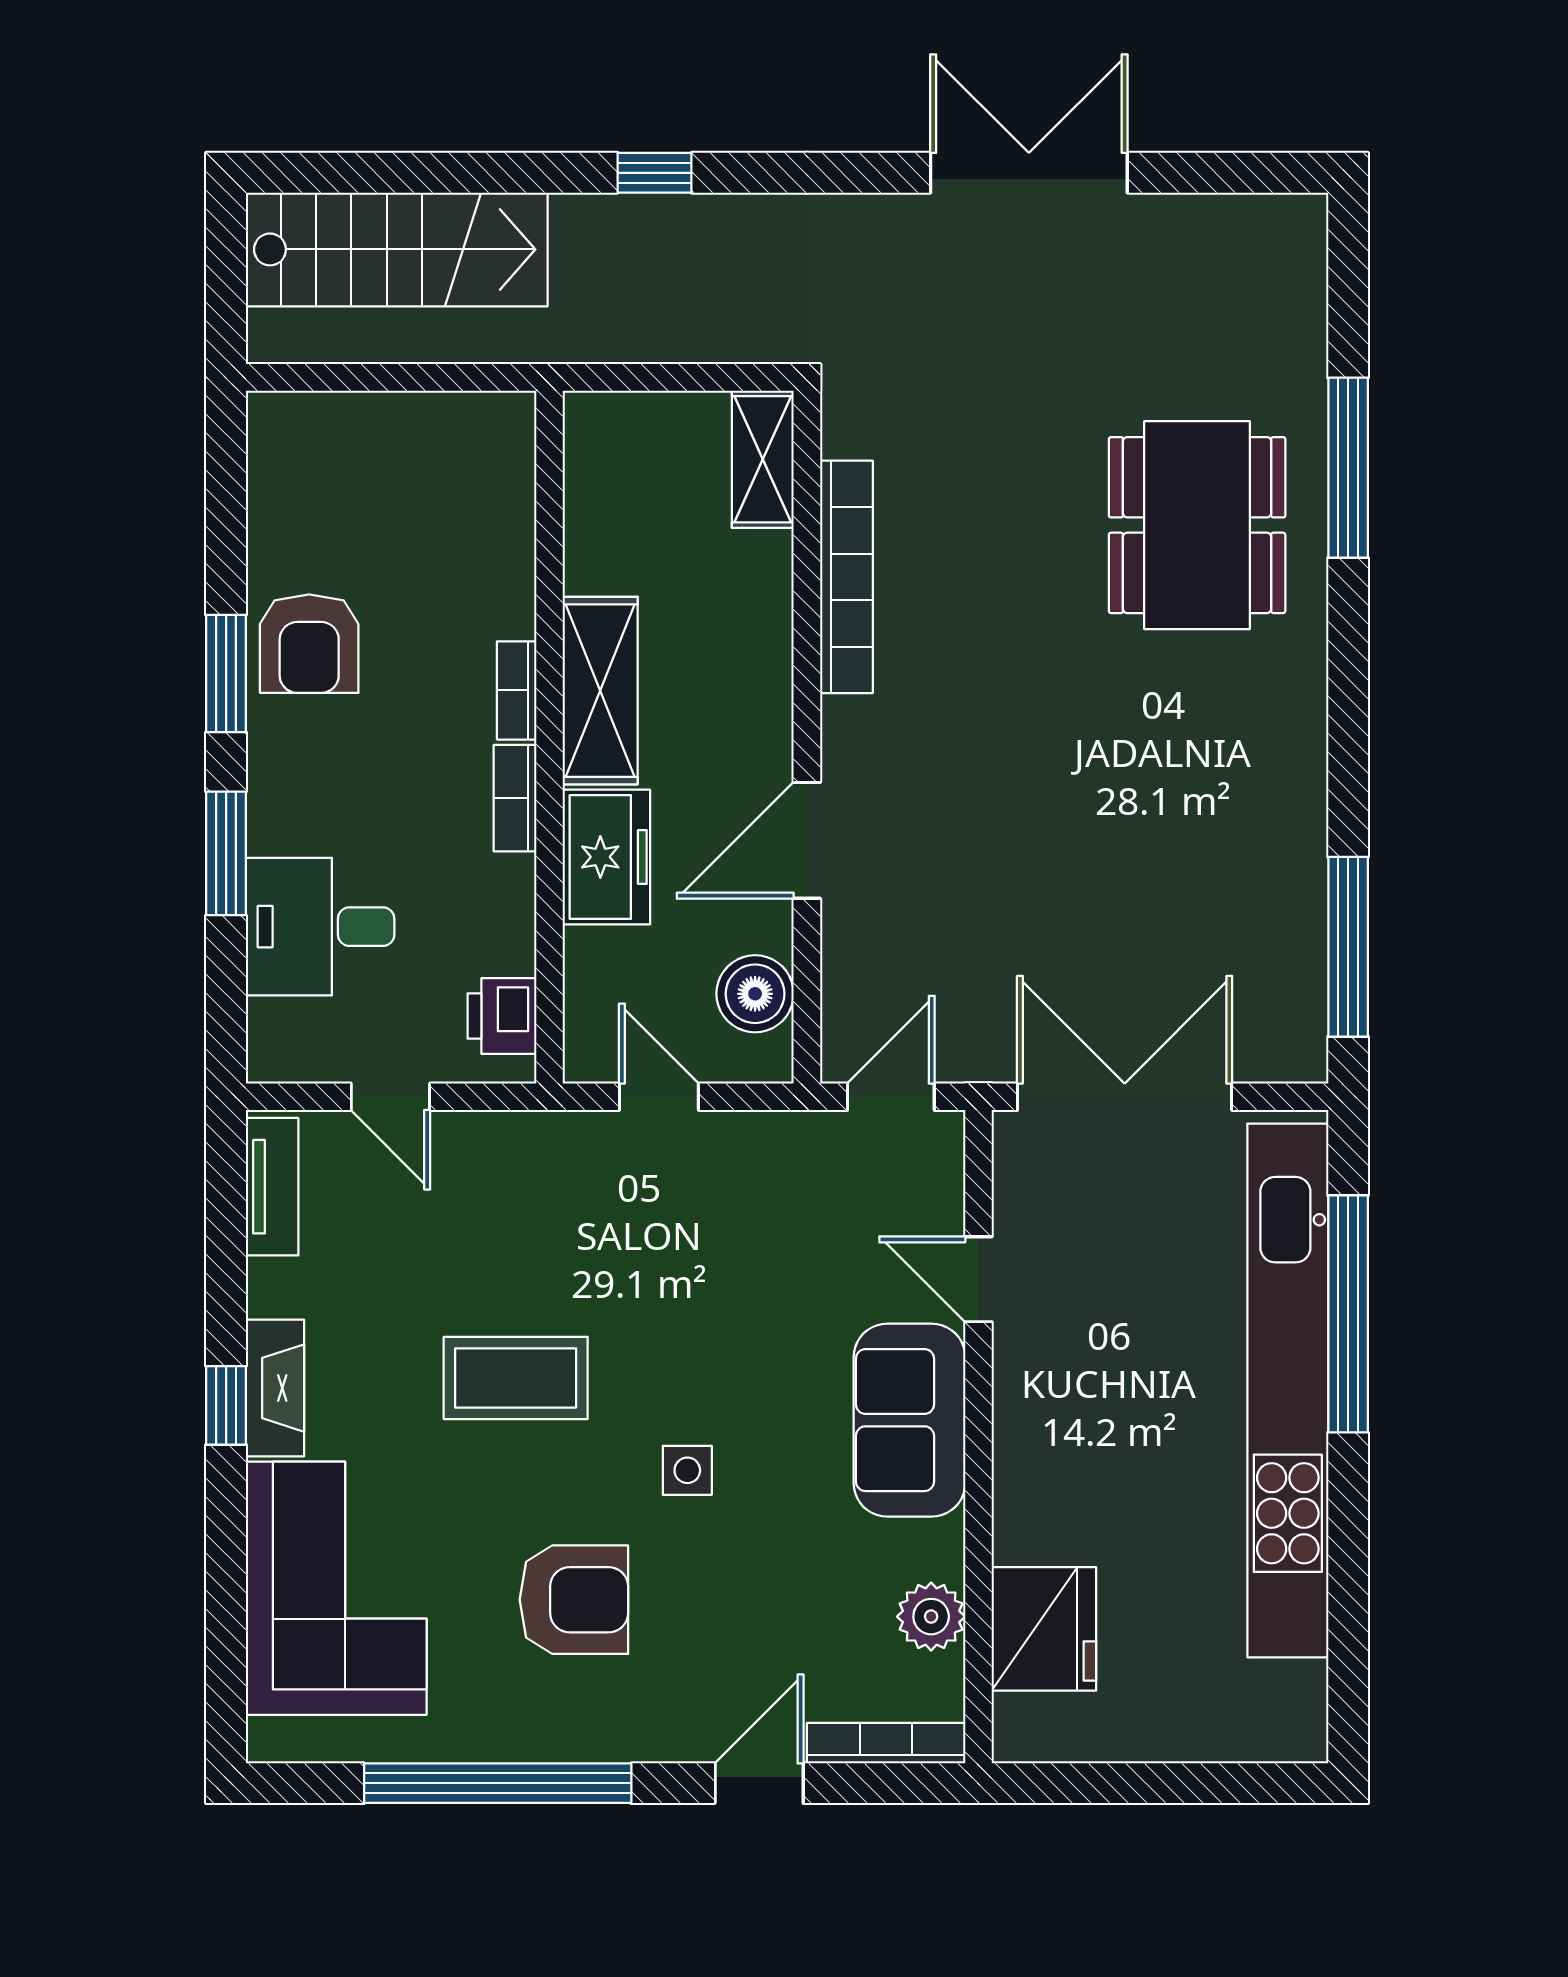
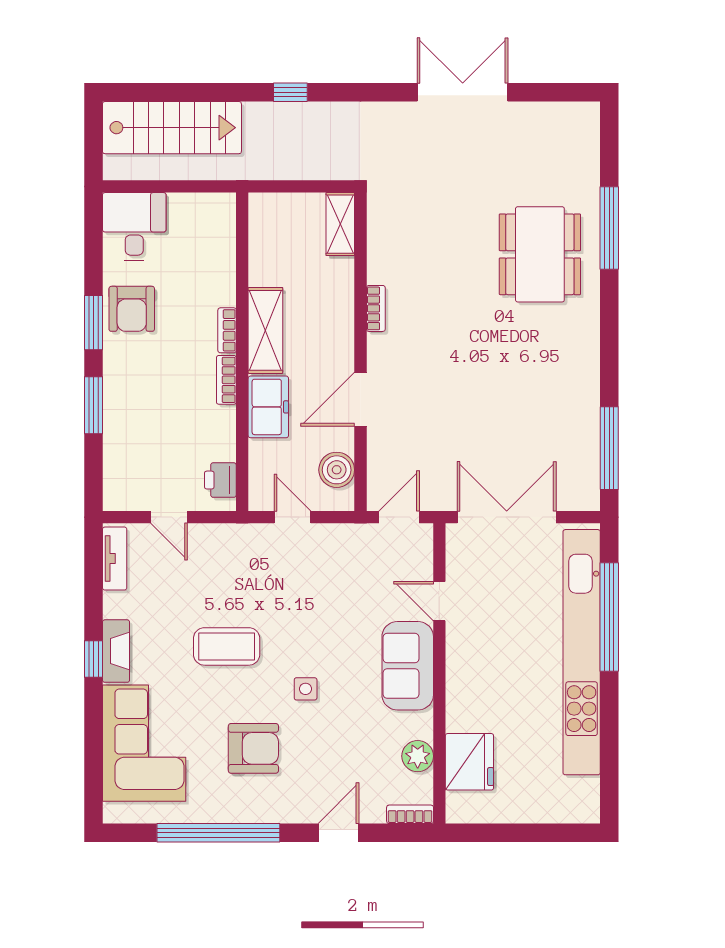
bookcase: (846, 577) -> (376, 308), width x0.43, depth x0.76
desk: (320, 927) -> (134, 227), moved, turned 90
bookcase: (886, 1743) -> (410, 814), width x0.64

